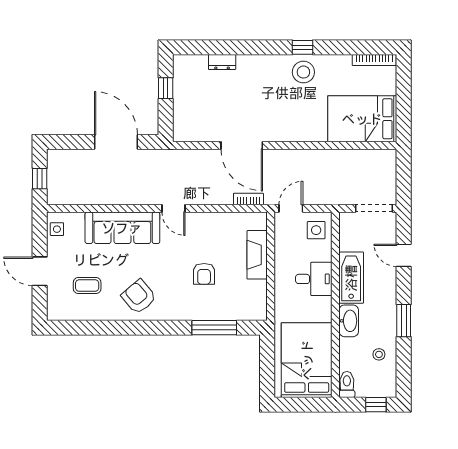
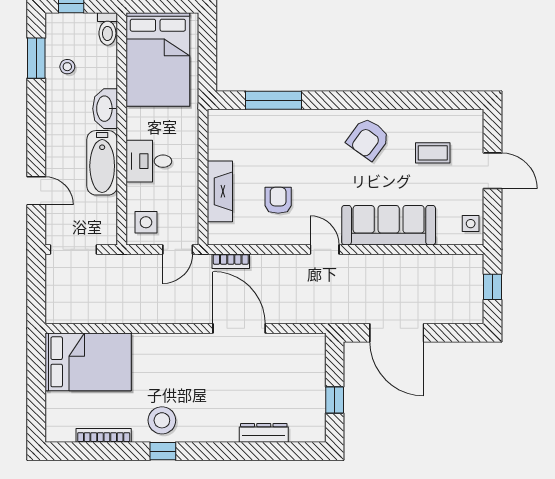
bookcase: (374, 60) -> (104, 435), moved
dresser: (222, 62) -> (264, 433), width x1.44
armchair: (204, 274) -> (278, 200), moved
armchair: (139, 297) -> (368, 139), turned 76
window: (404, 321) -> (36, 58), moved

